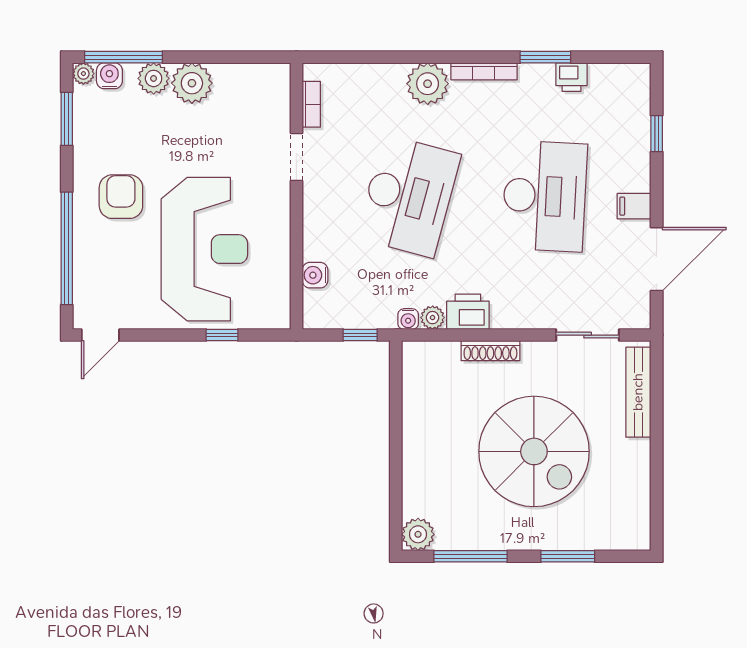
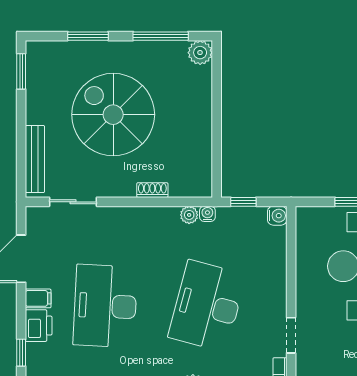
water cooler: (315, 275) -> (277, 216), moved
printer: (468, 312) -> (39, 326), moved, turned -90
shoe rack: (490, 351) -> (152, 190), width x0.70
window: (657, 509) -> (21, 71), added

